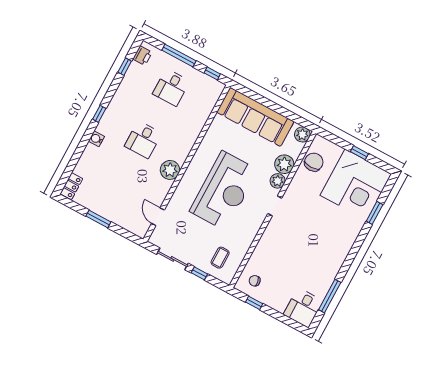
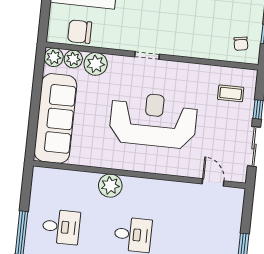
window: (212, 73) -> (26, 187), removed
plant: (170, 170) -> (110, 186), moved
plant: (278, 181) -> (73, 59), moved
door: (158, 217) -> (213, 182), swing flipped

